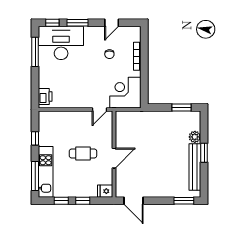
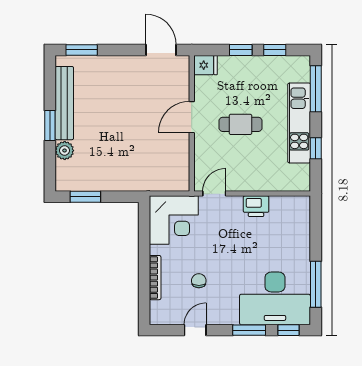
printer: (45, 97) -> (256, 206), moved, turned -90
kitchen unit: (46, 172) -> (299, 123), moved

